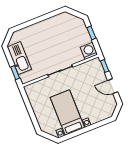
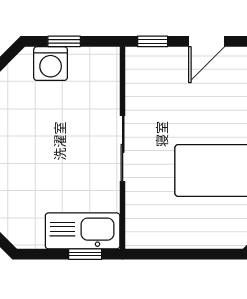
washing machine: (89, 51) -> (51, 64), moved, turned -90
kitchen sink: (19, 58) -> (83, 231), moved

